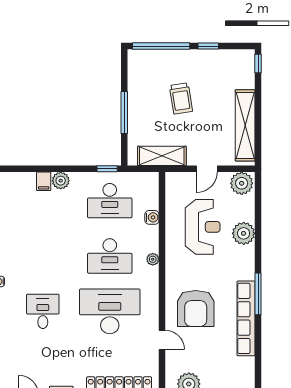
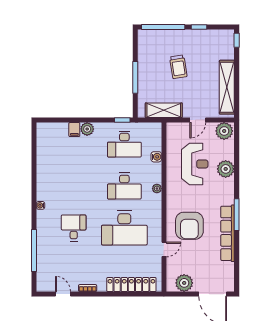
desk: (110, 311) -> (124, 228), turned 180
door: (162, 340) -> (164, 249), hinge flipped

